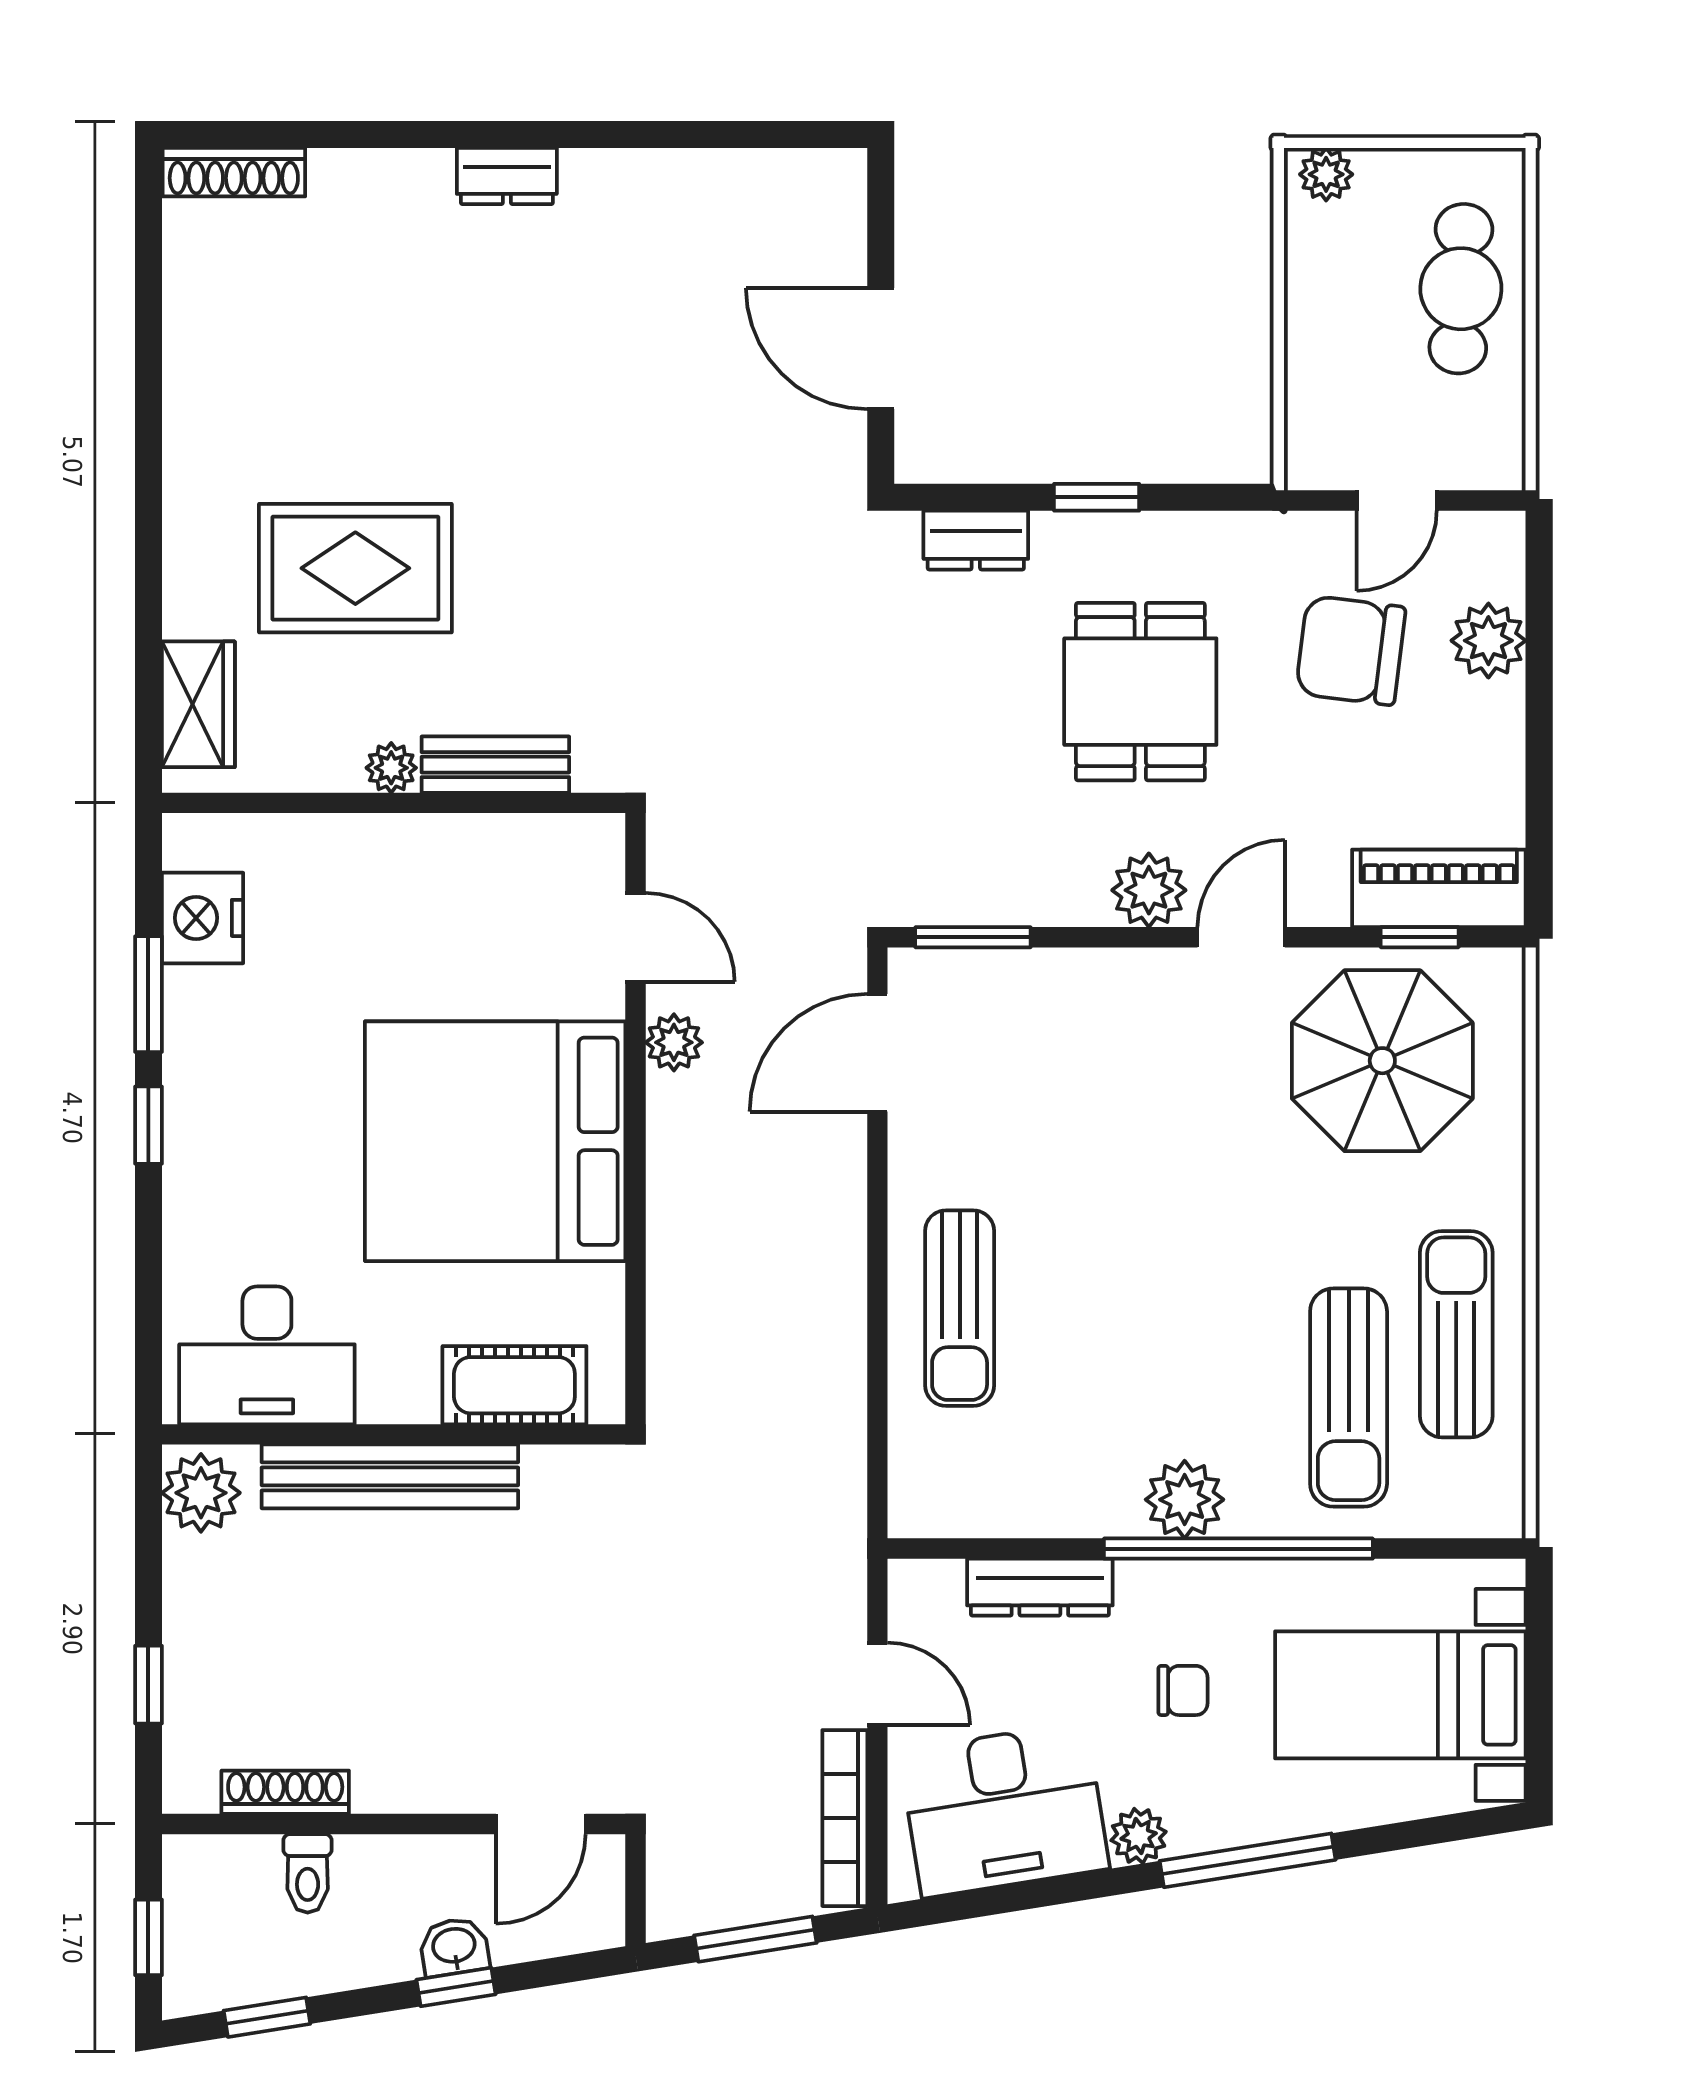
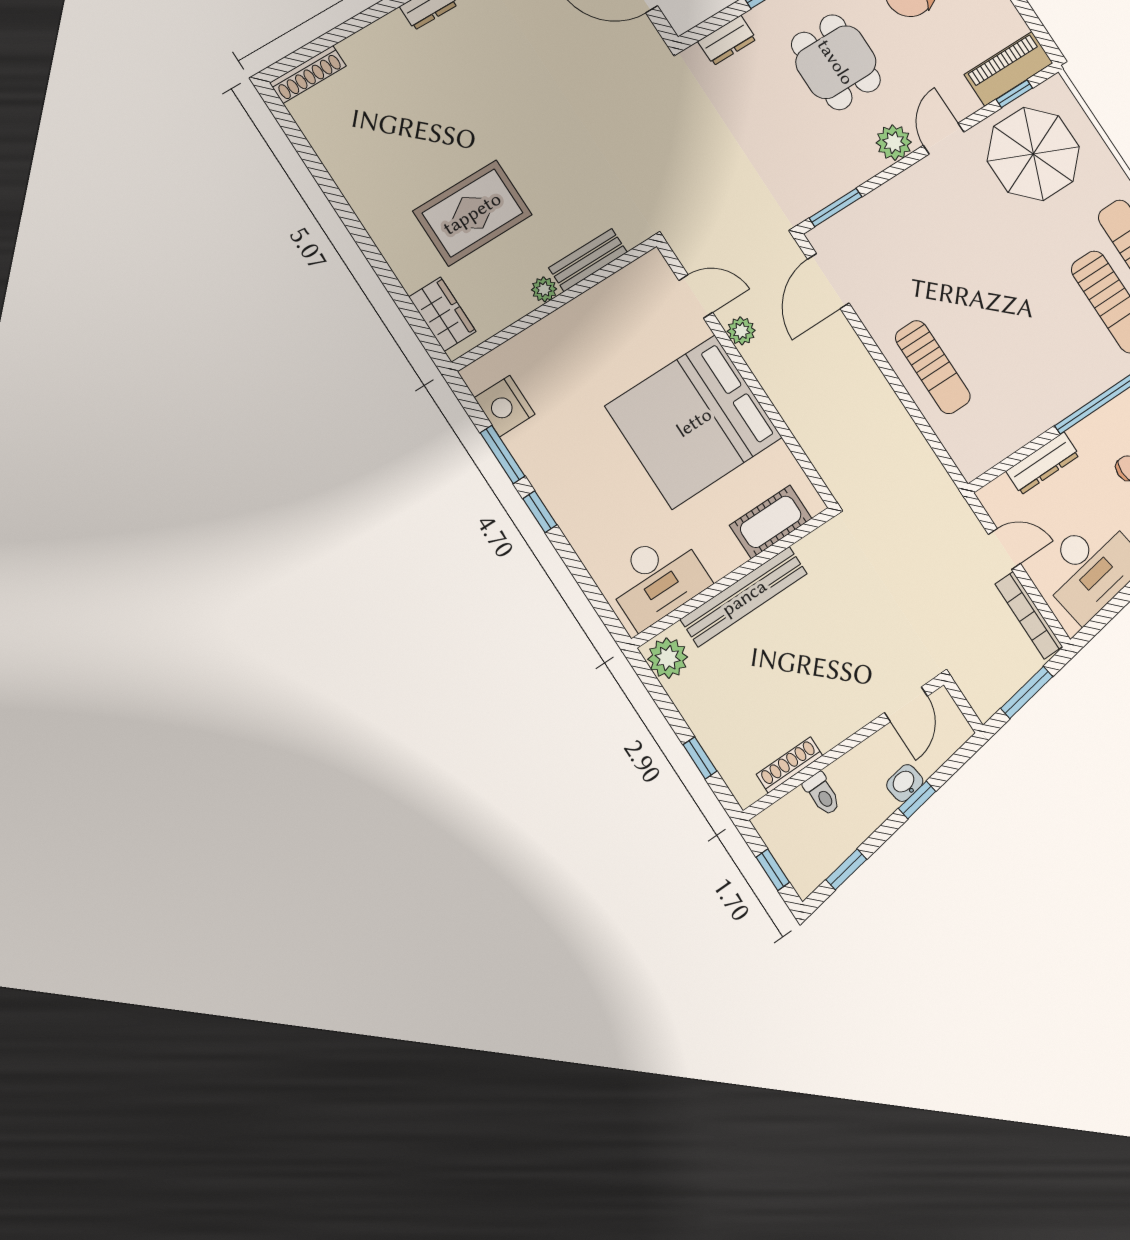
plant: (1185, 1500) -> (1076, 388), removed

